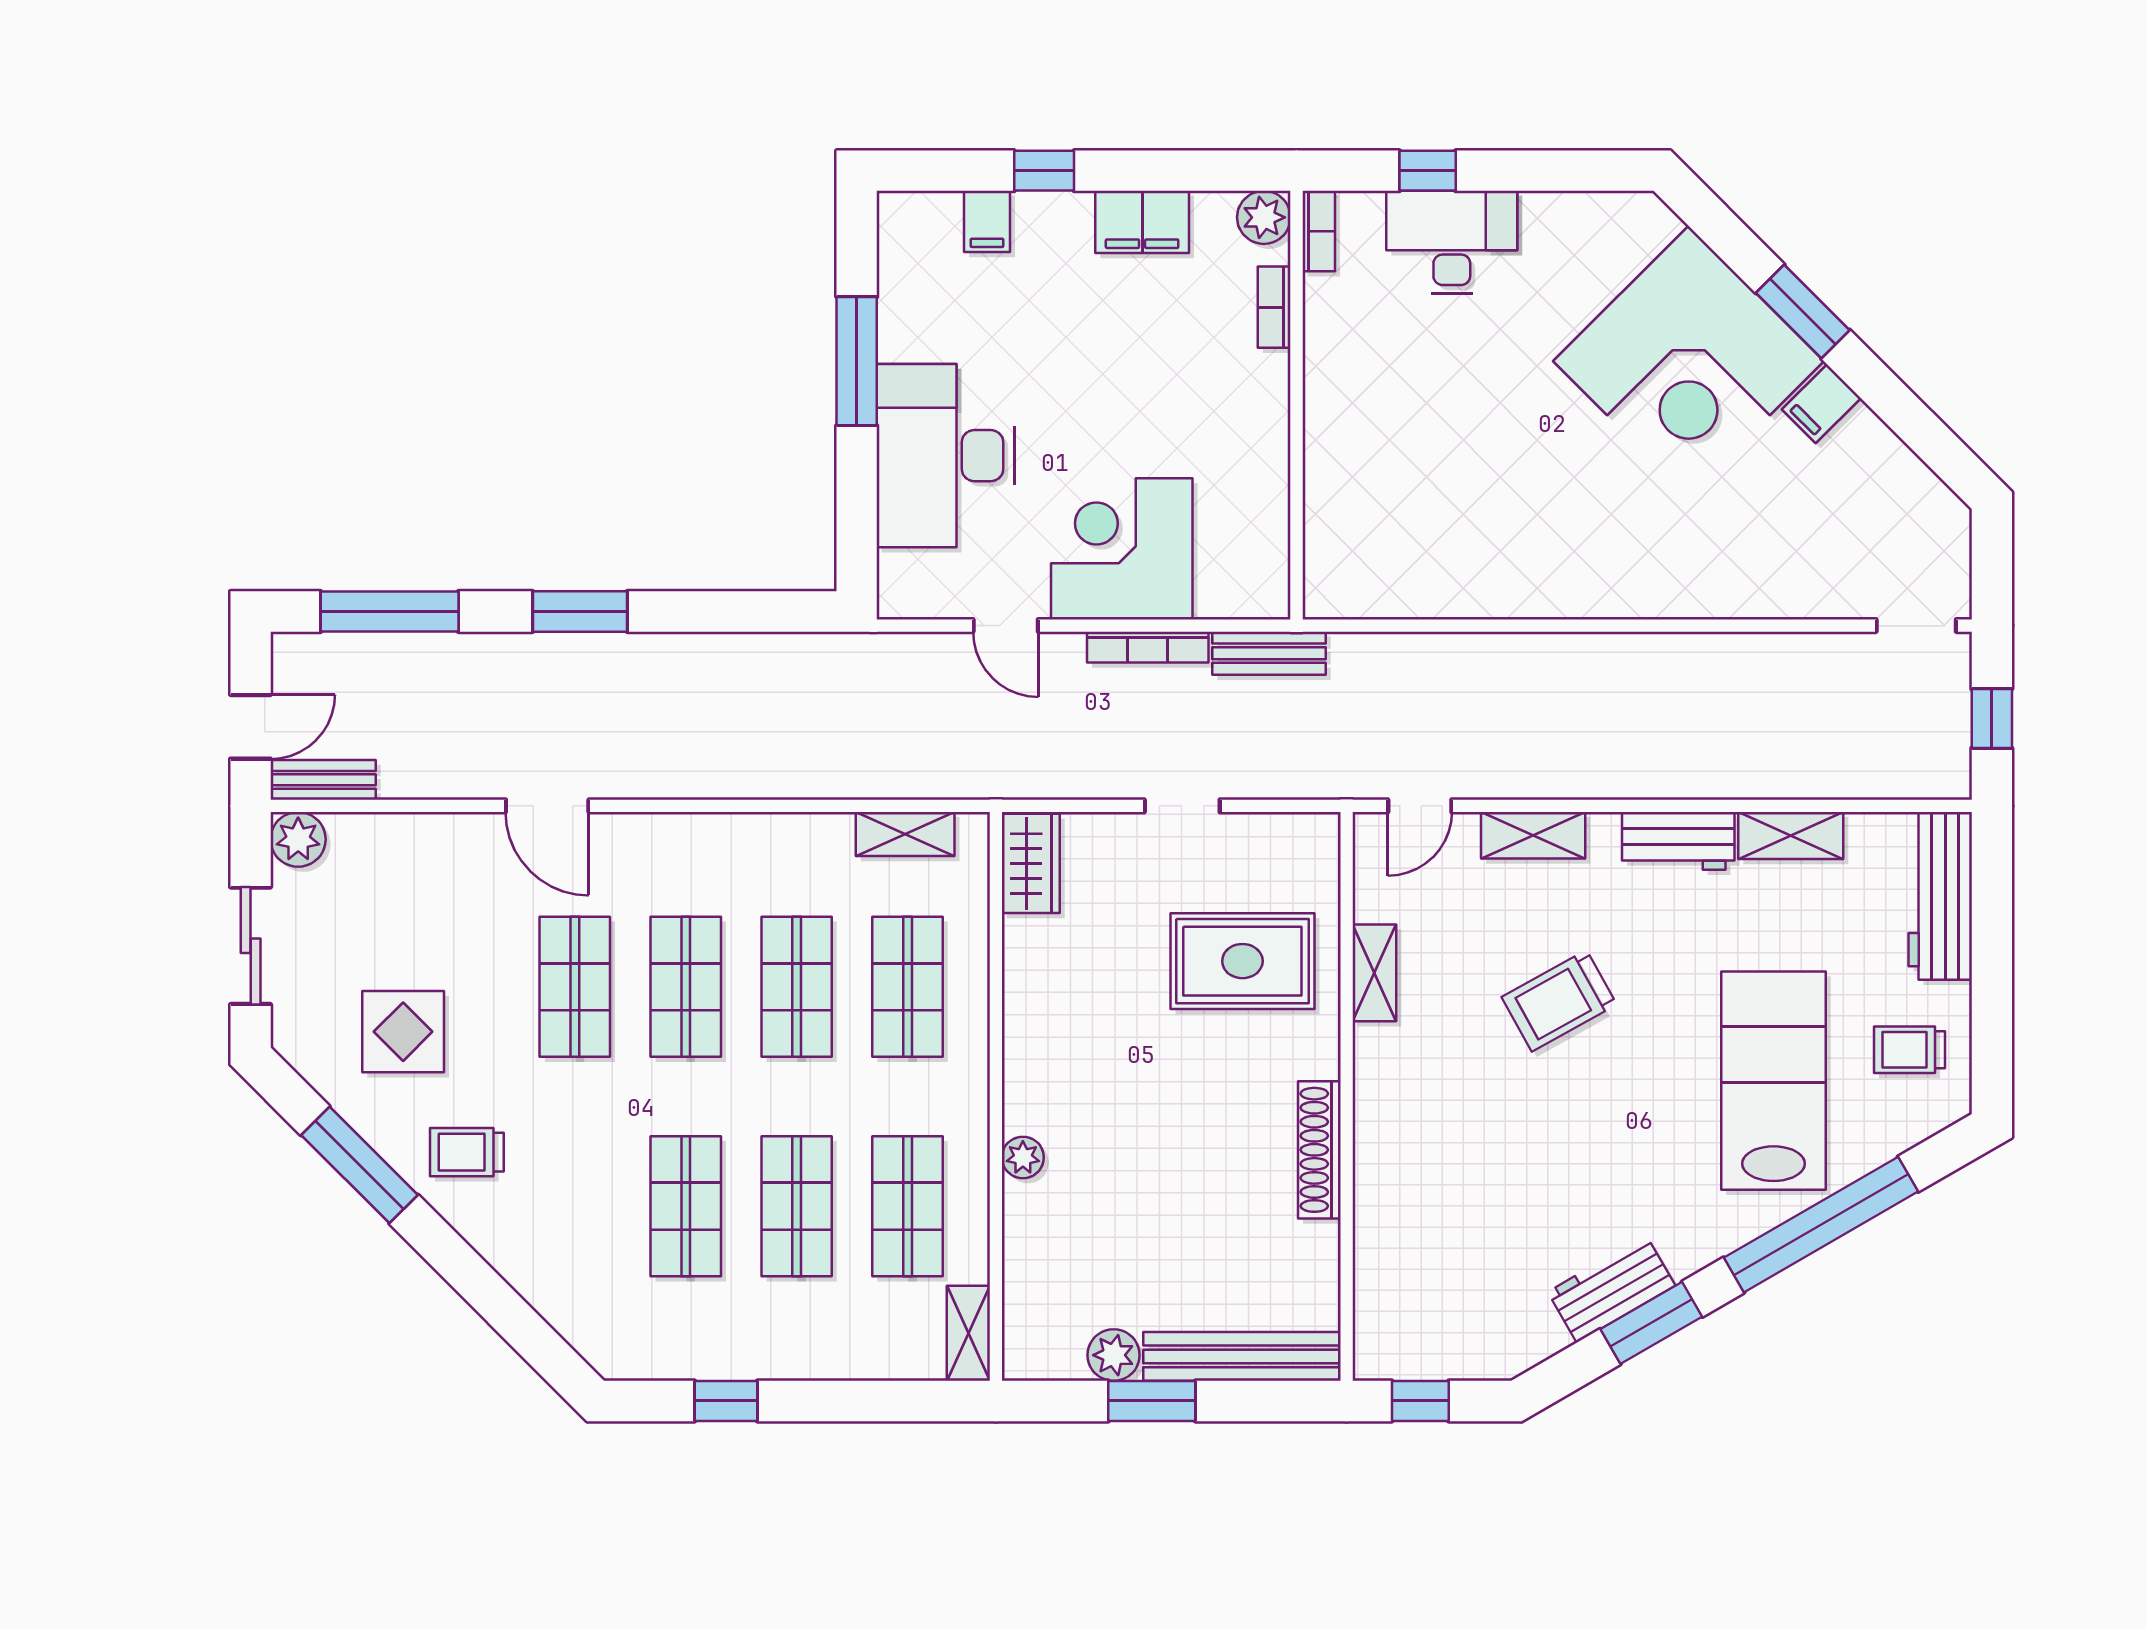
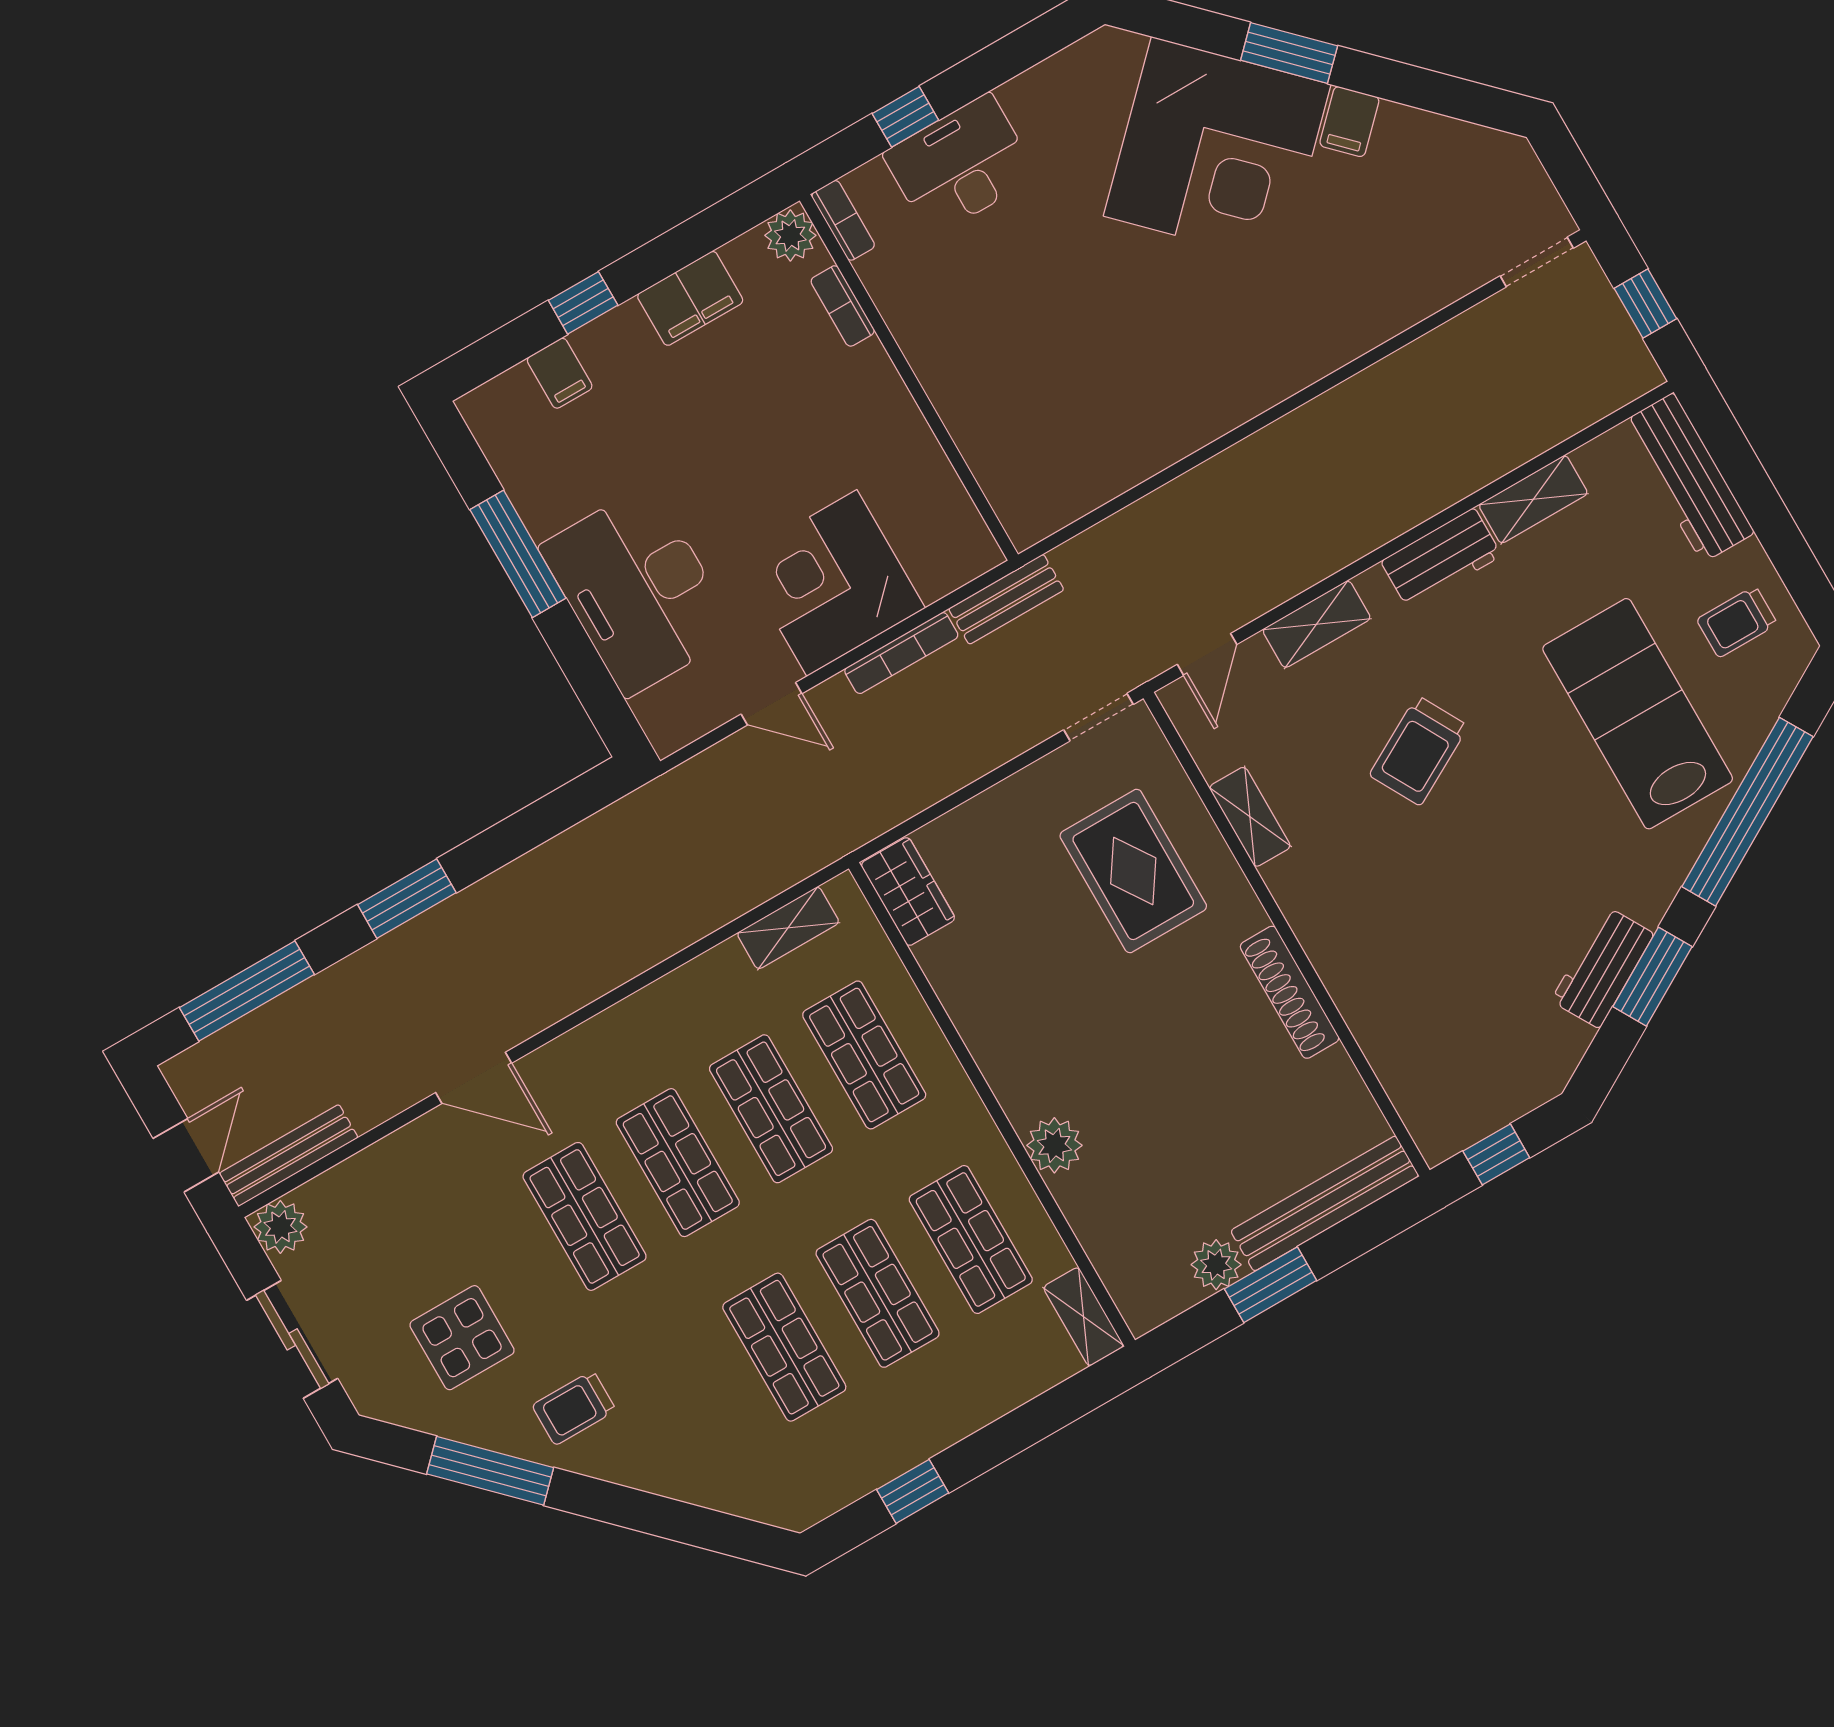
bench: (323, 780) -> (289, 1155), width x1.36
doorway: (1182, 806) -> (1098, 717), moved
rug: (1242, 961) -> (1133, 871), turned 90
plant: (1023, 1157) -> (1054, 1145), width x1.38, depth x1.38

